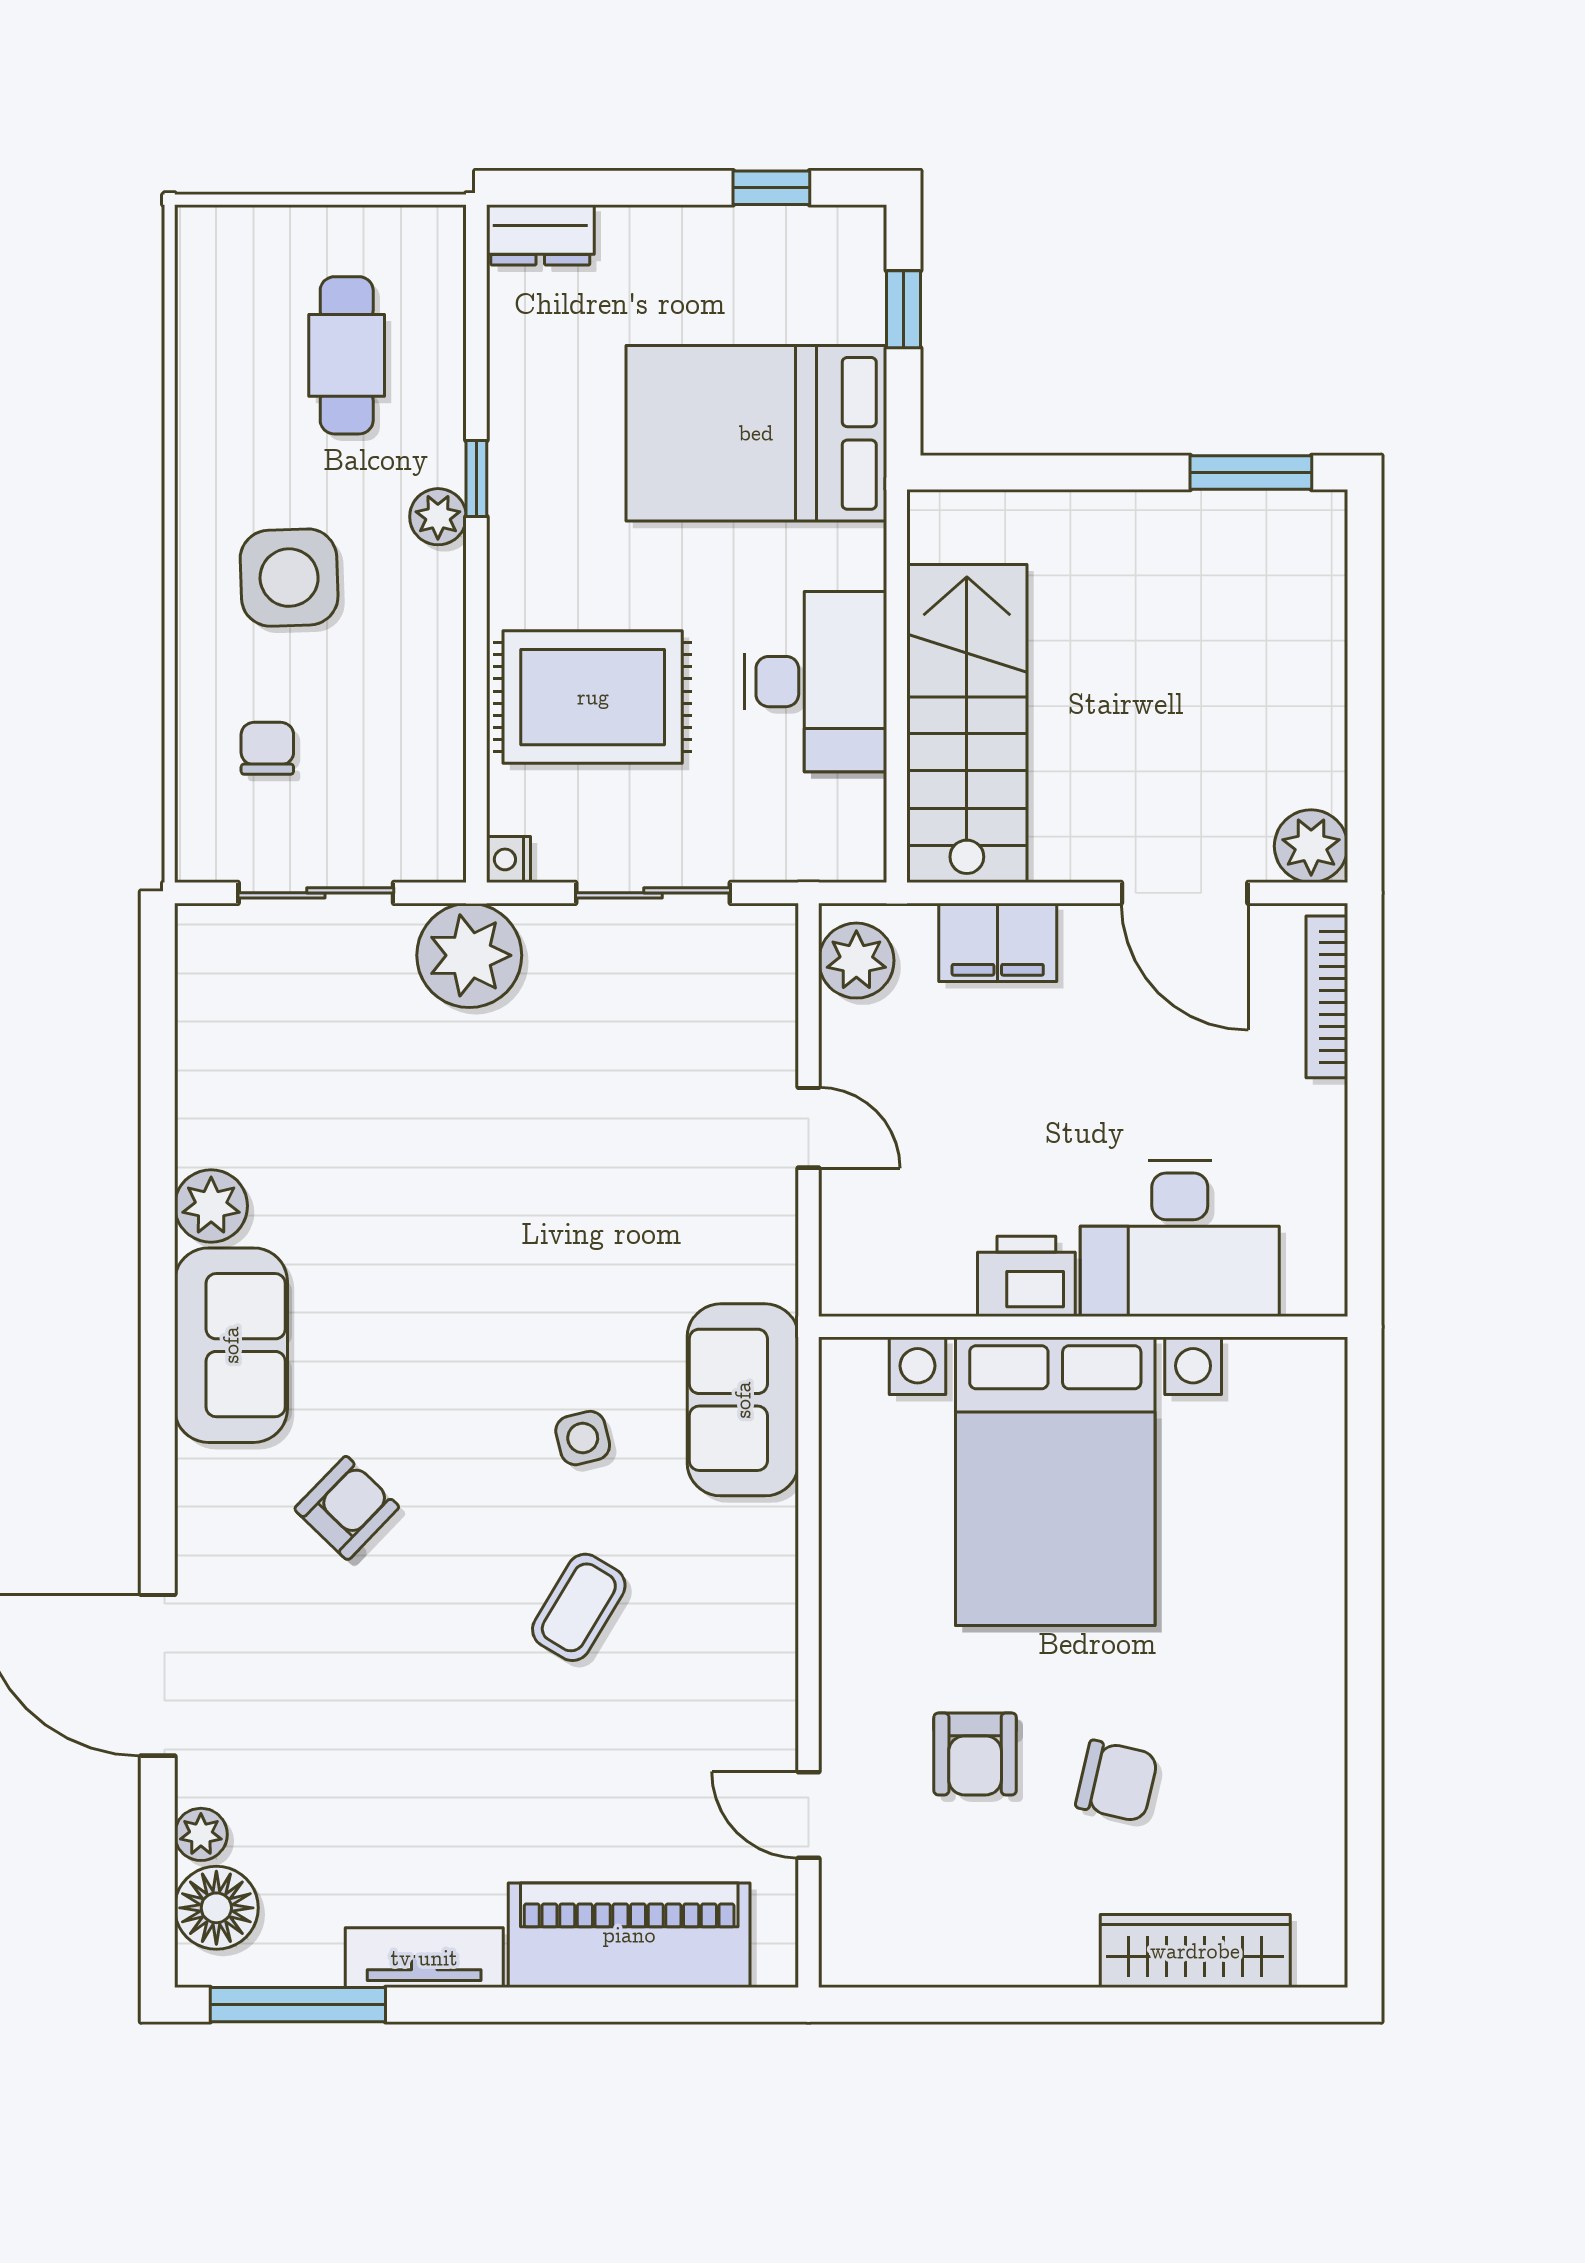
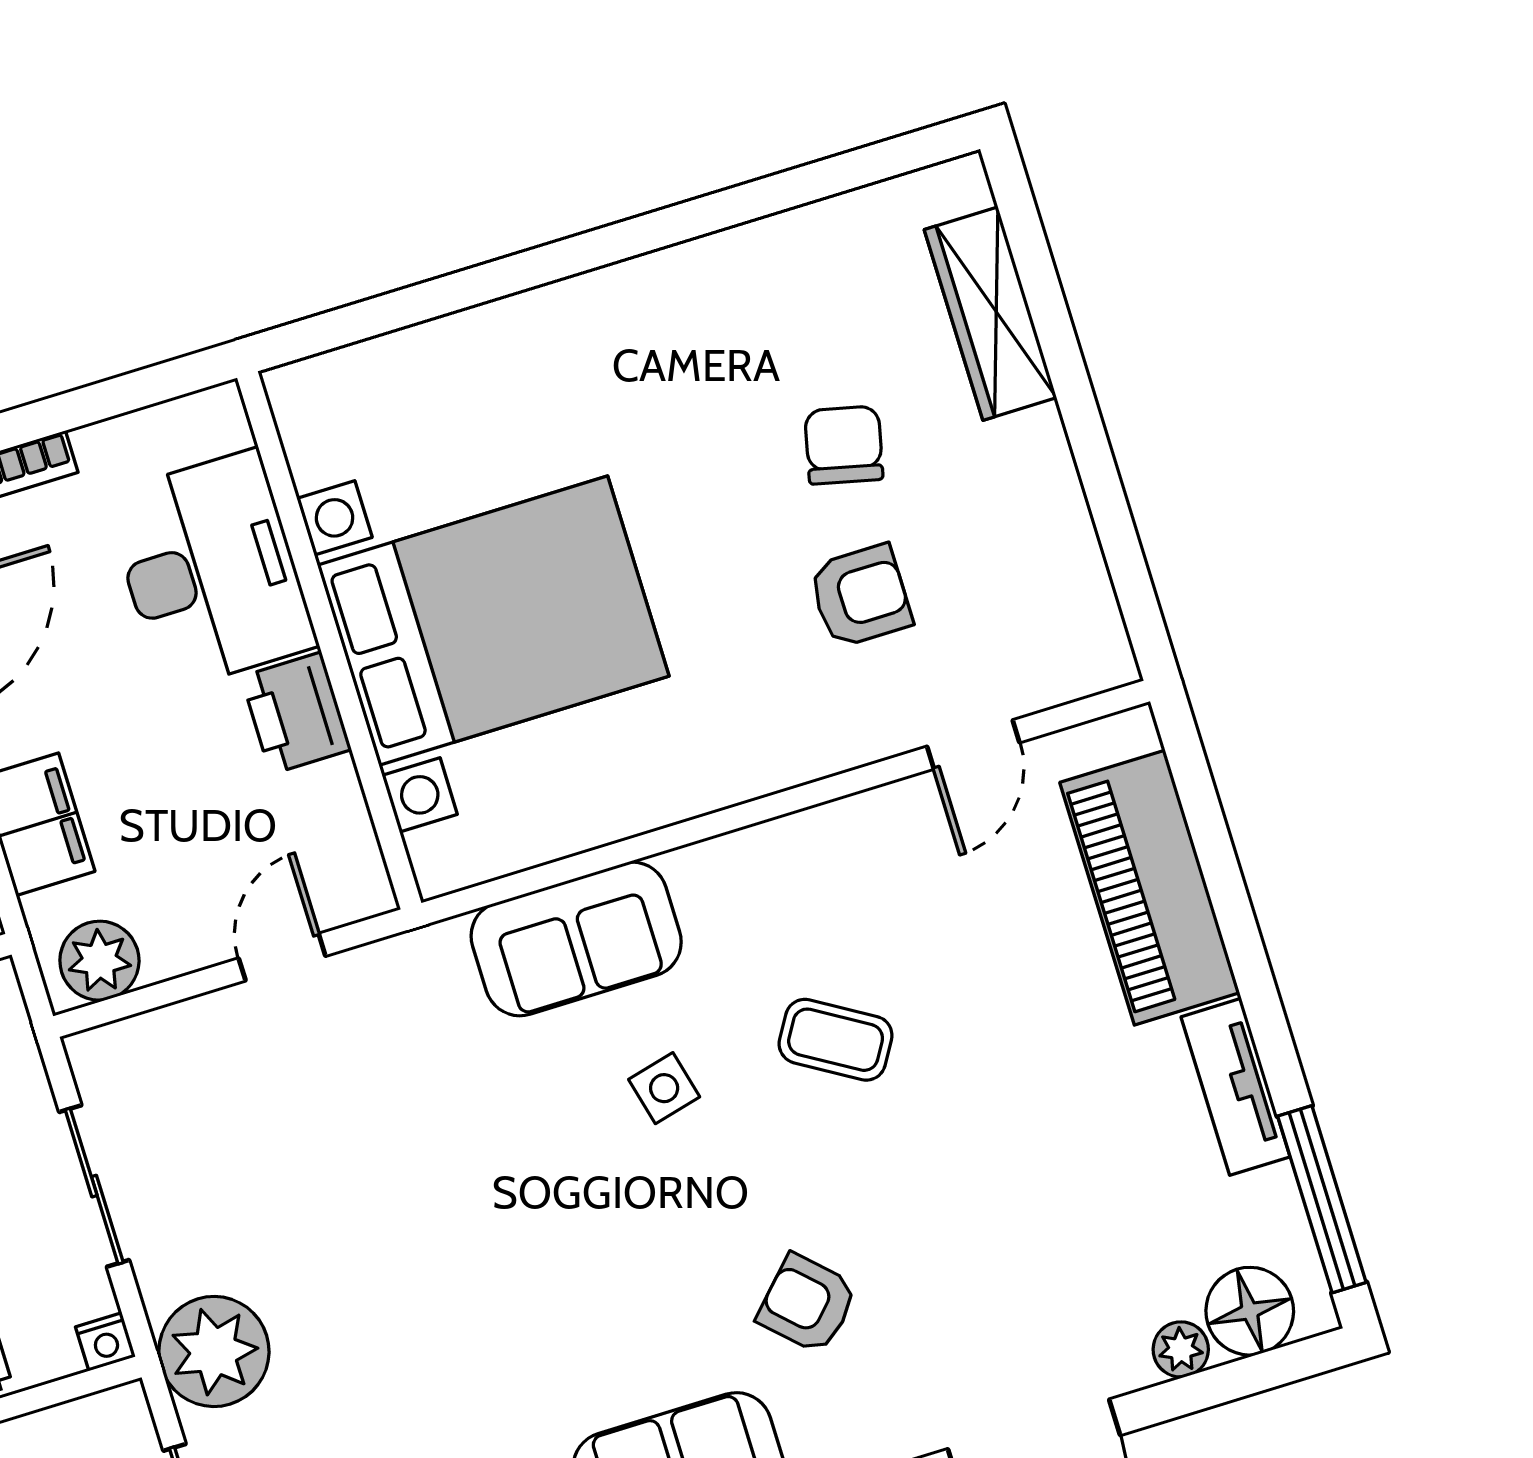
desk: (1180, 1239) -> (211, 571), moved
printer: (1026, 1276) -> (296, 713), moved
wall: (1083, 1327) -> (329, 640), moved
bed with nightstands: (1055, 1481) -> (493, 621), moved

